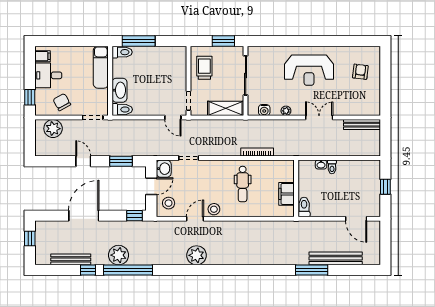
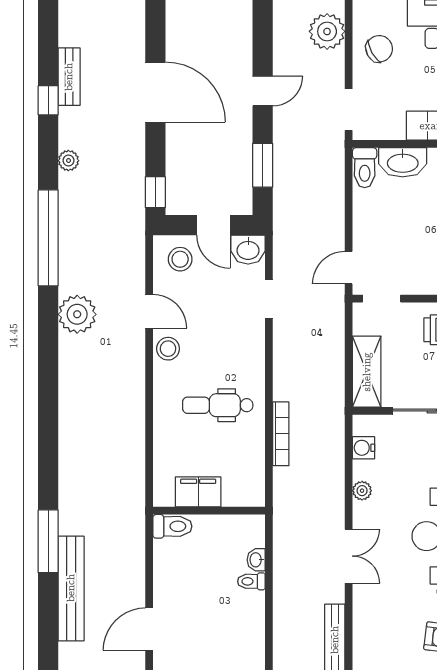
plant: (119, 255) -> (68, 161), width x0.53, depth x0.53
bench: (71, 259) -> (69, 77), width x0.73
window: (128, 270) -> (48, 238), moved

